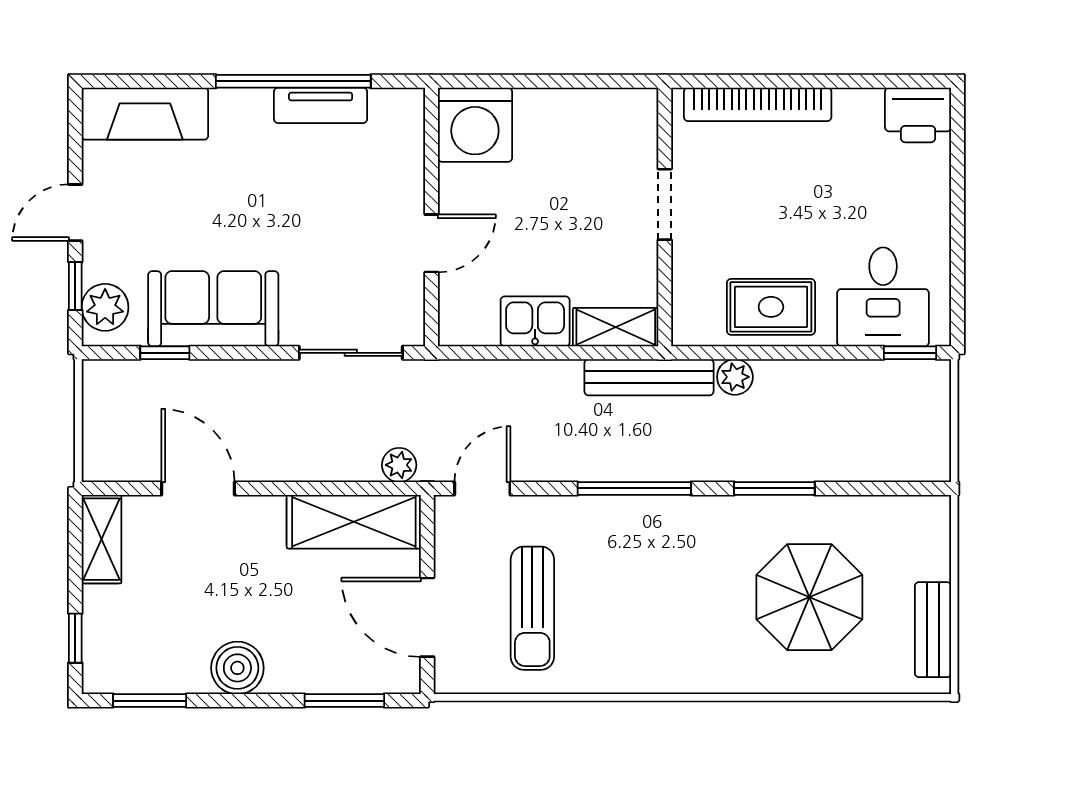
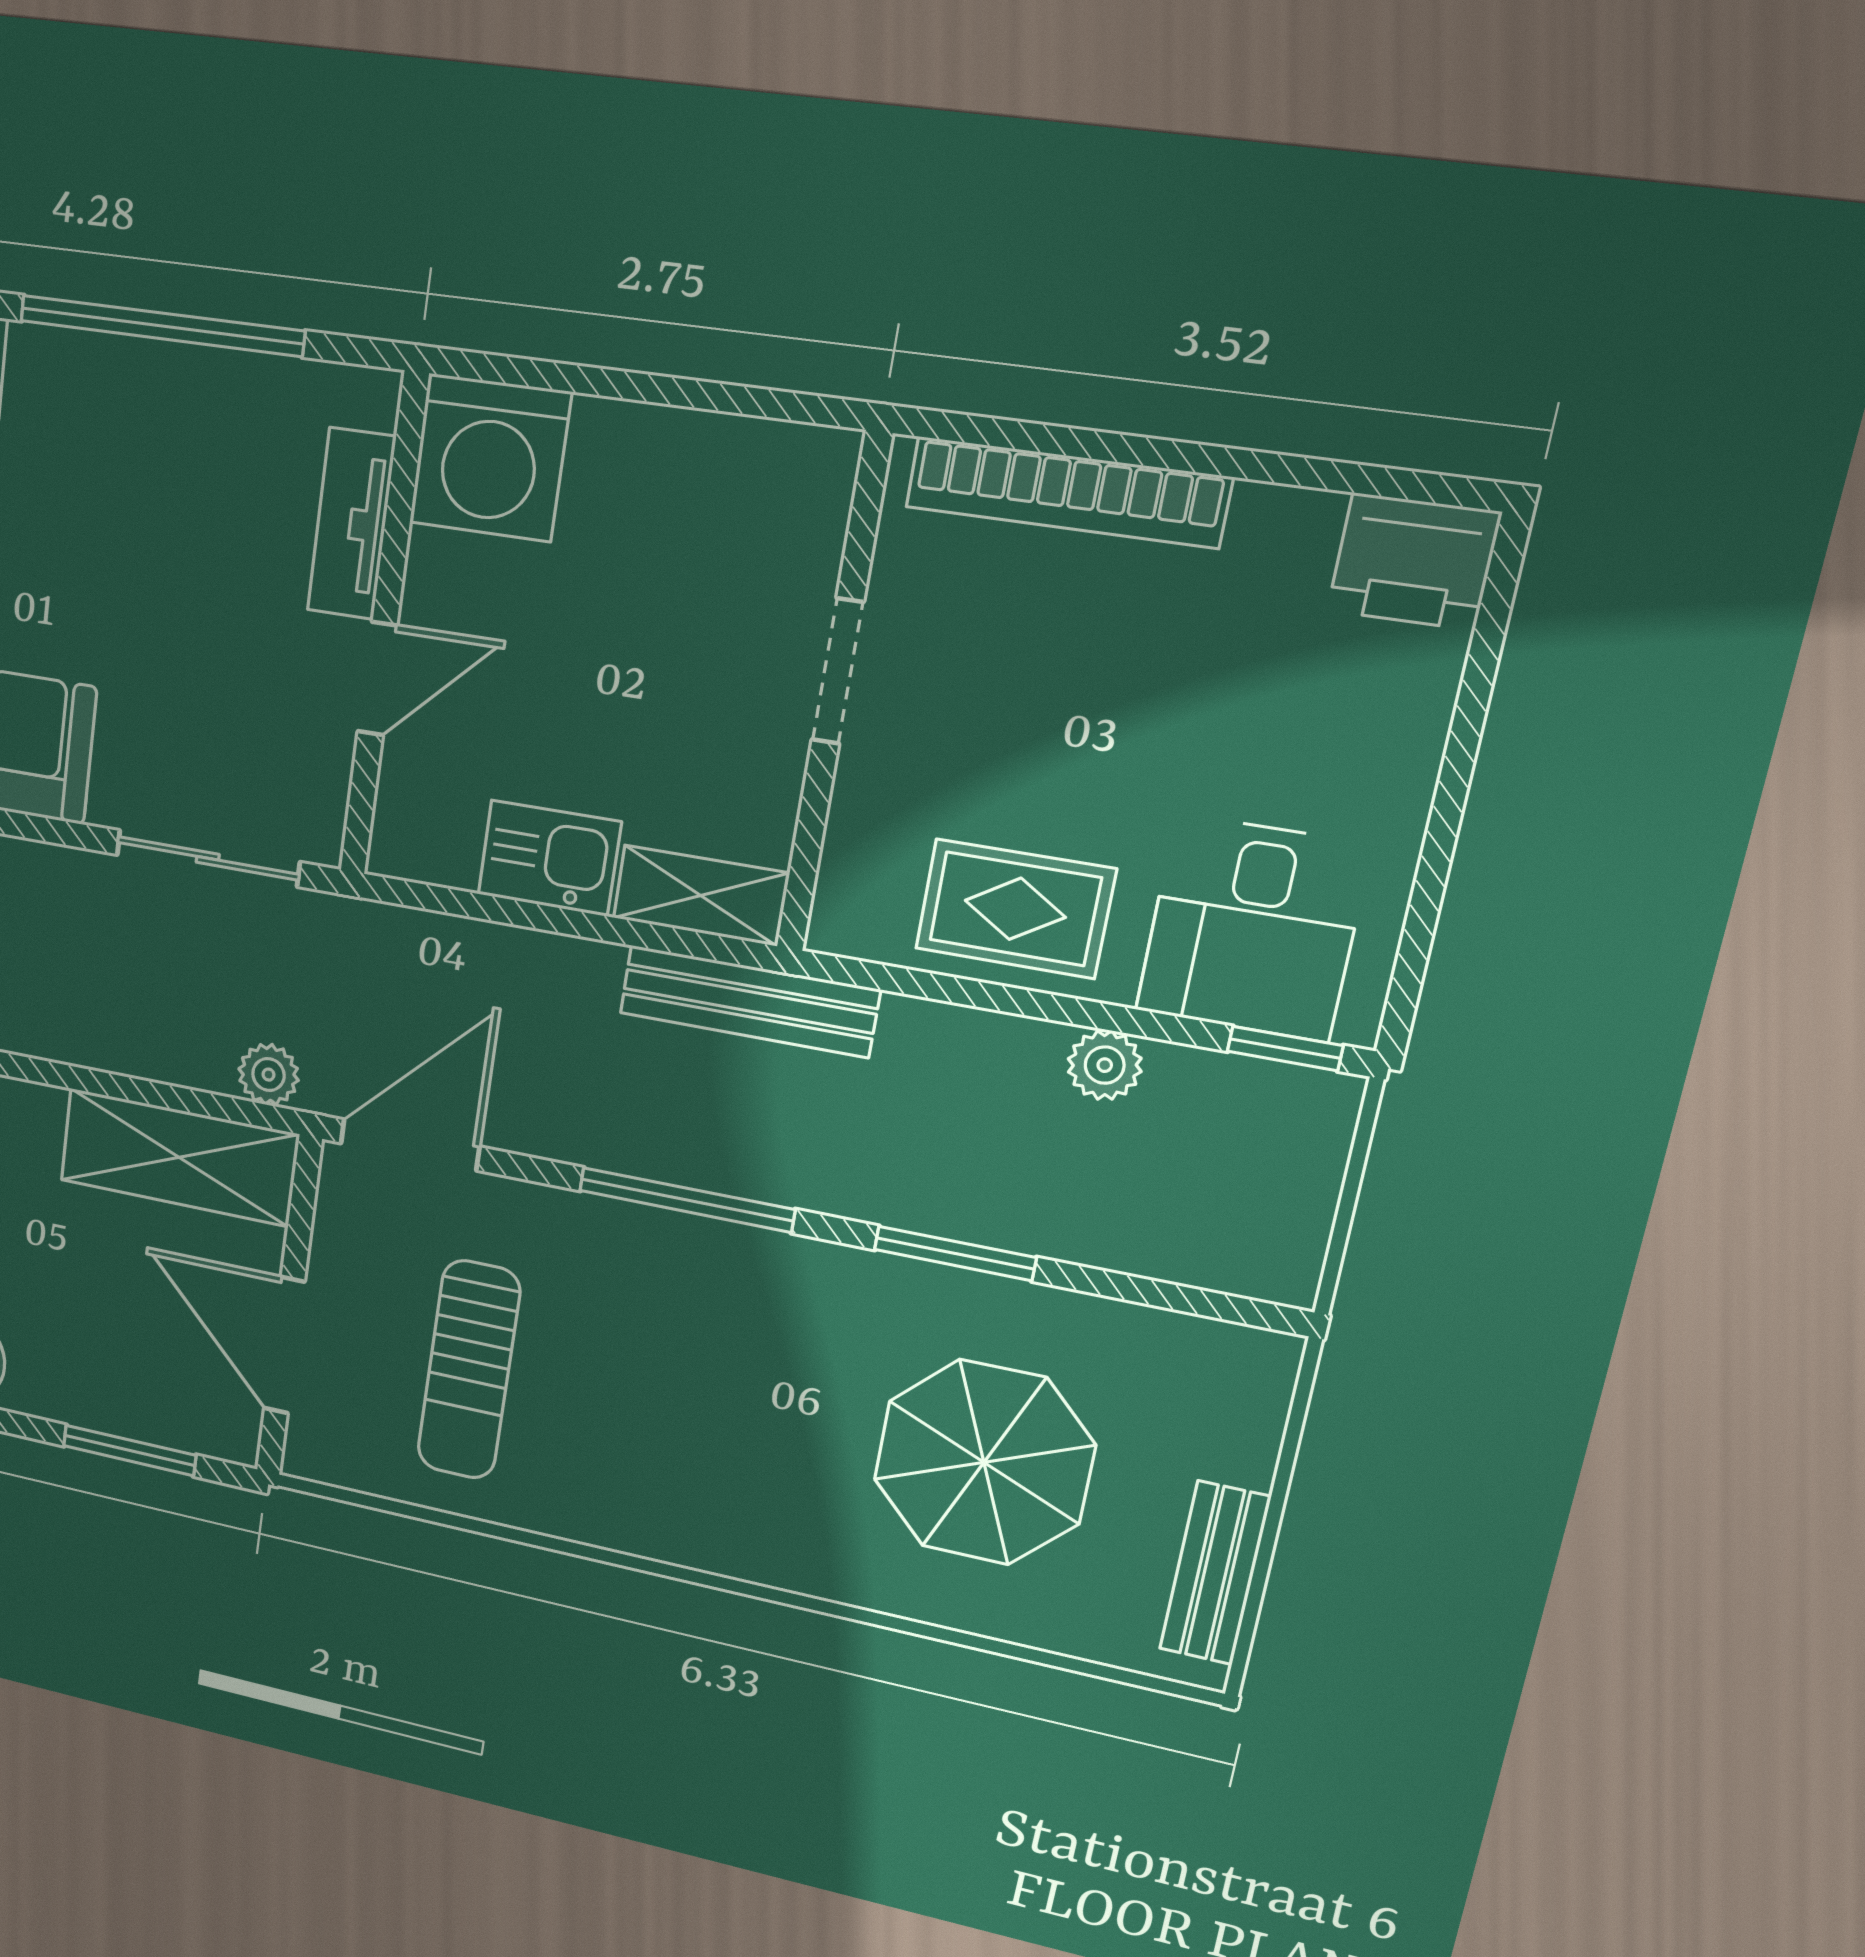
tv unit: (321, 105) -> (351, 524), moved, turned 90
plant: (735, 377) -> (1105, 1065), moved
door: (482, 488) -> (410, 1145), width x1.38

